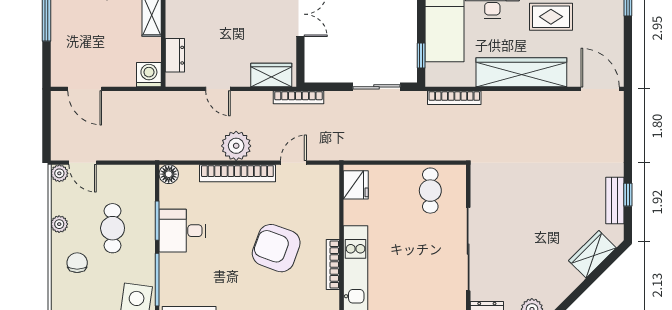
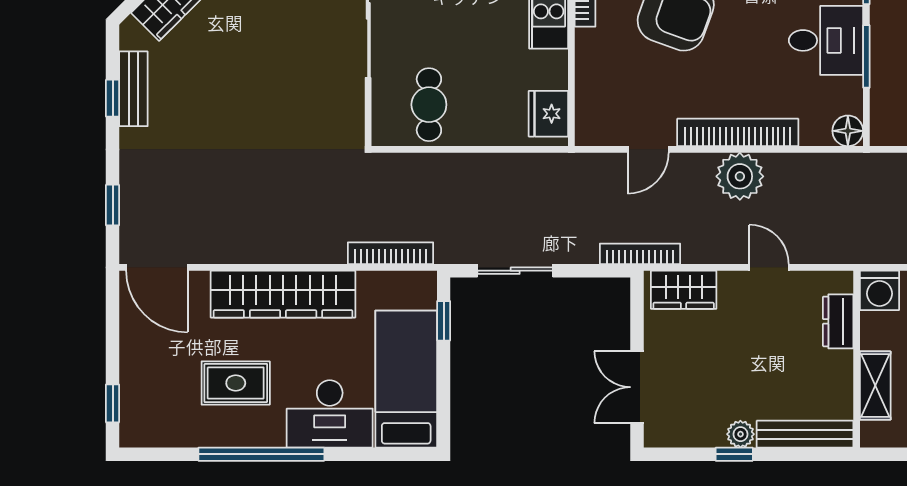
window: (628, 128) -> (113, 205), added

